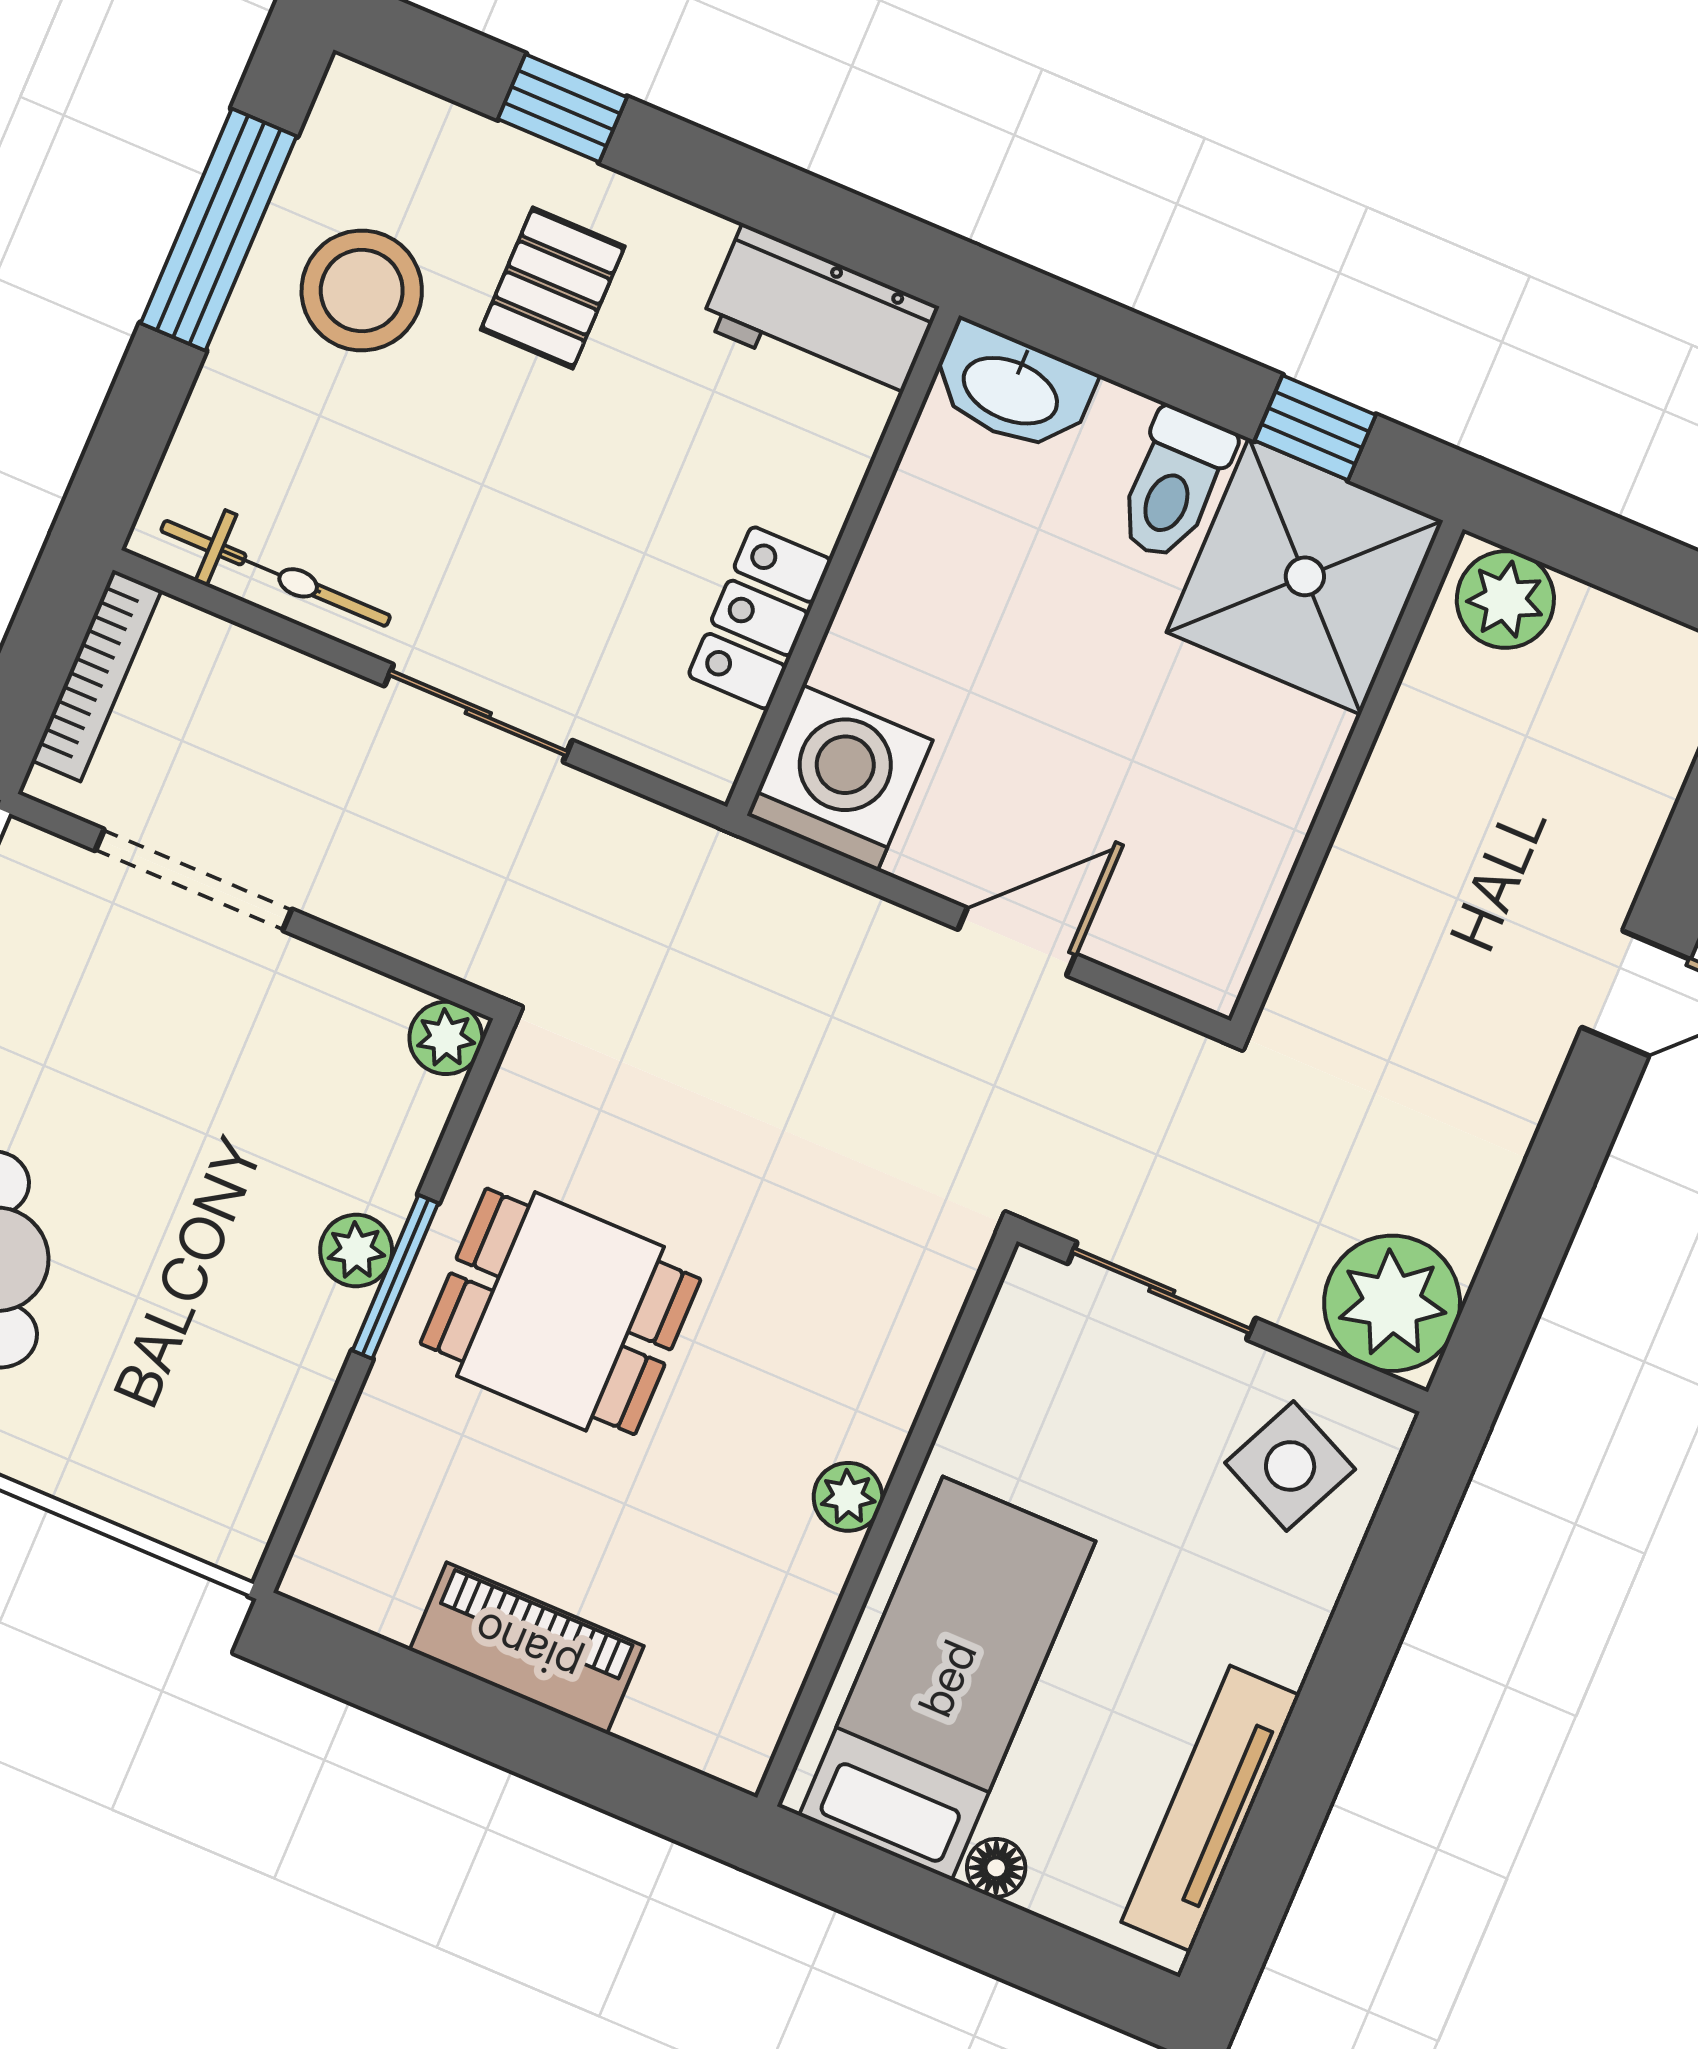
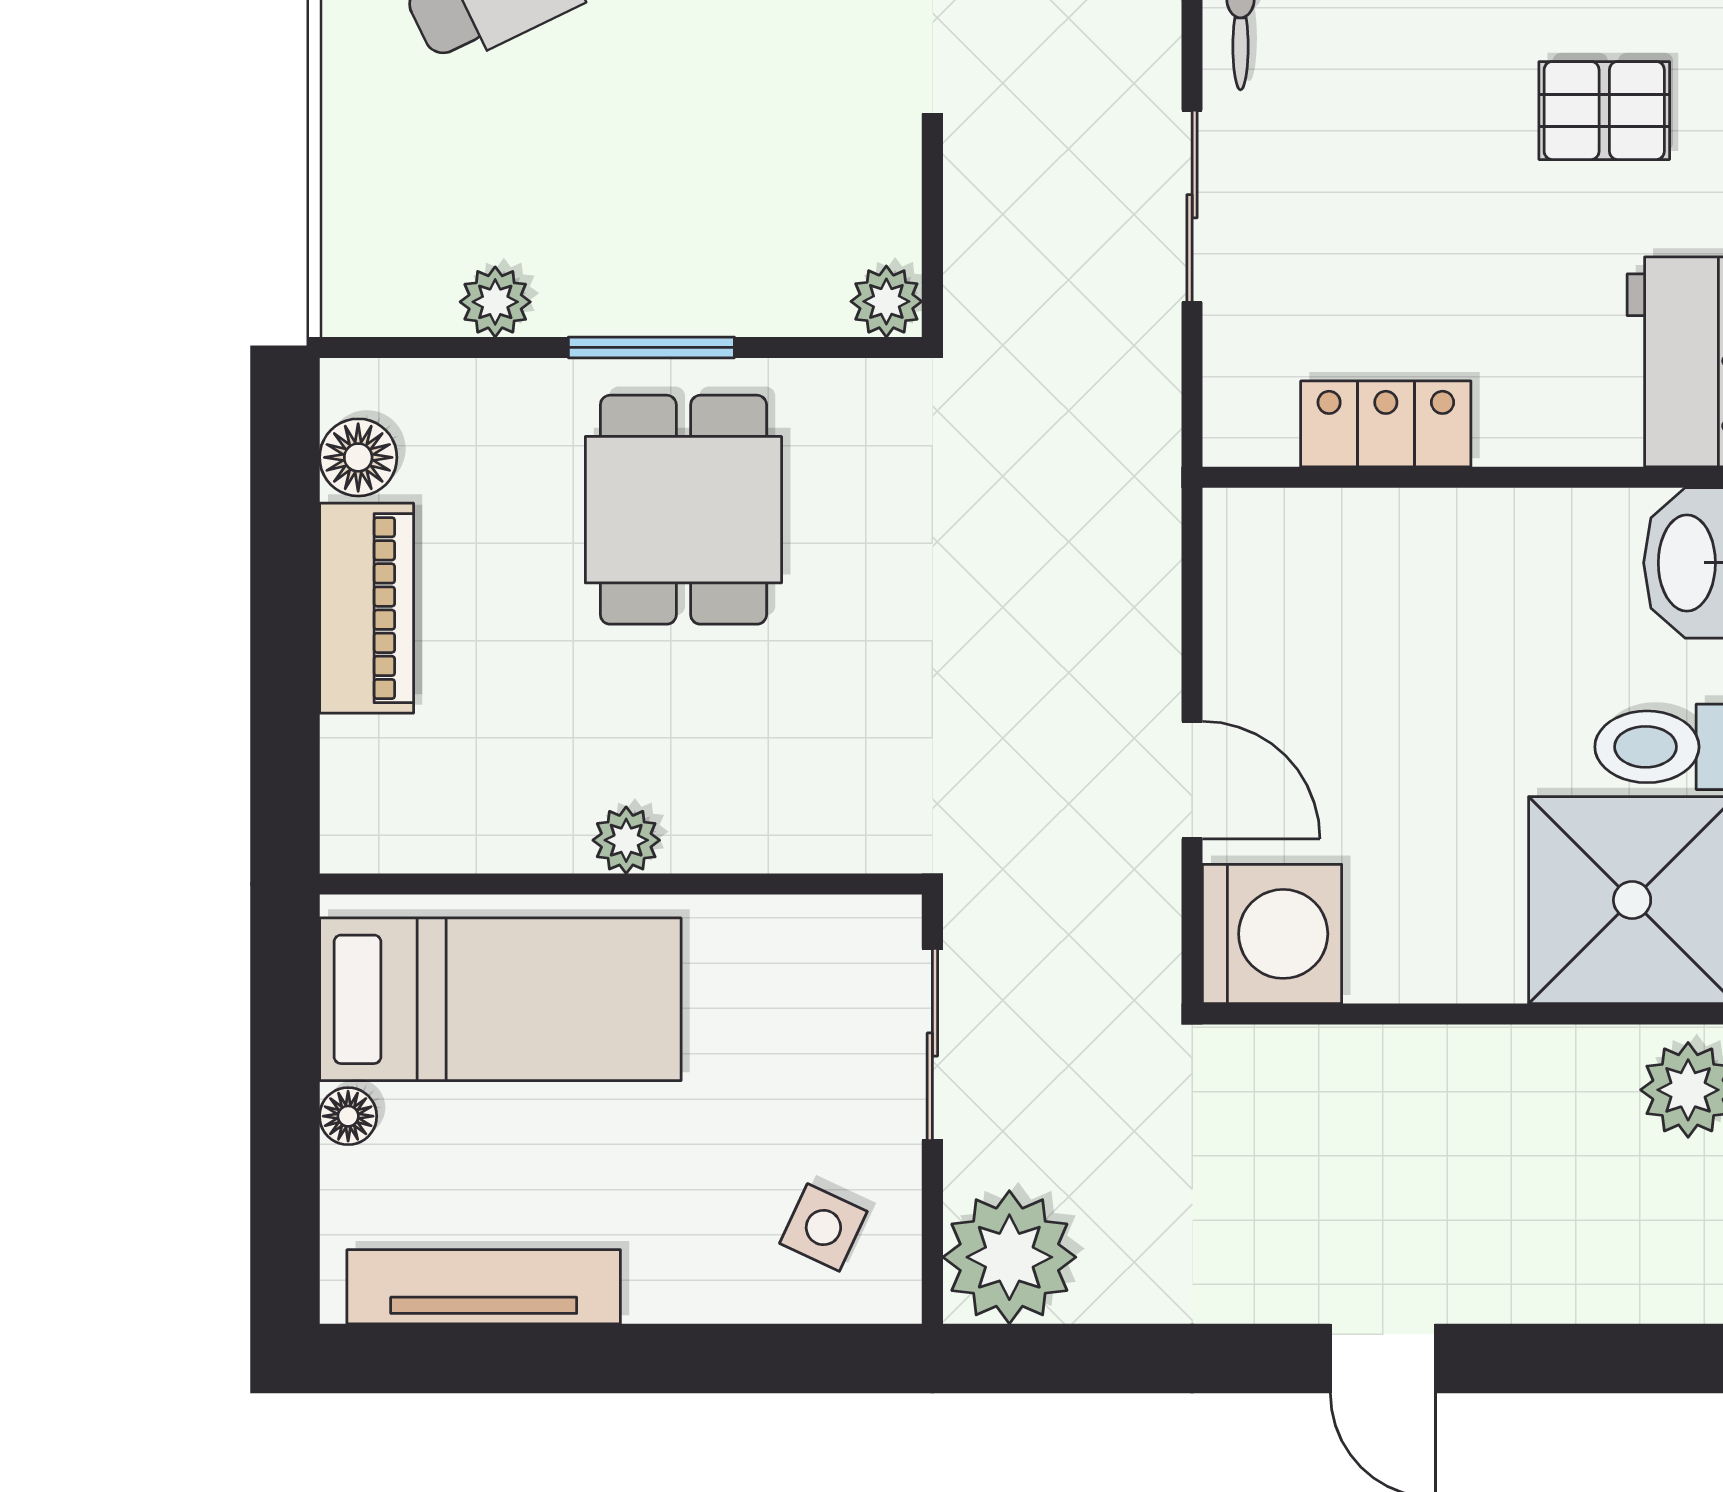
washing machine: (840, 778) -> (1272, 934), moved
plant: (356, 1250) -> (495, 302), moved
side table: (1290, 1466) -> (823, 1227), width x0.73, depth x0.73
floor lamp: (382, 1596) -> (358, 457), added

